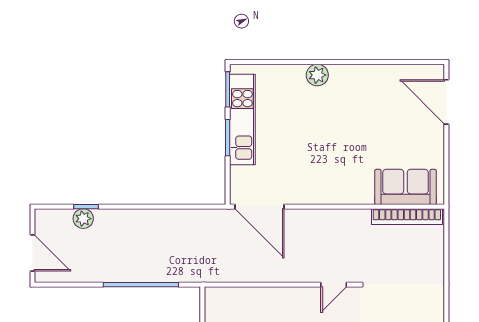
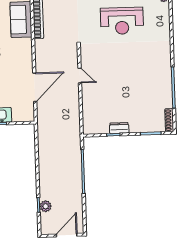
door: (259, 207) -> (35, 87), moved
door: (334, 285) -> (80, 76), moved

